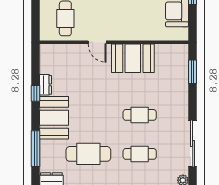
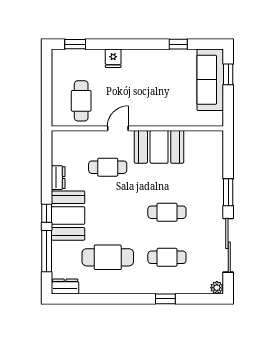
door: (97, 42) -> (118, 128), swing flipped
window: (193, 72) -> (228, 192), moved
cafe table: (88, 76) -> (108, 167), added
window: (35, 93) -> (47, 213), moved

